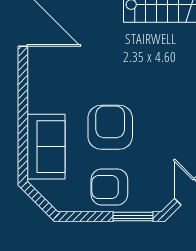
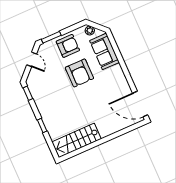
plant: (56, 197) -> (90, 31), added

